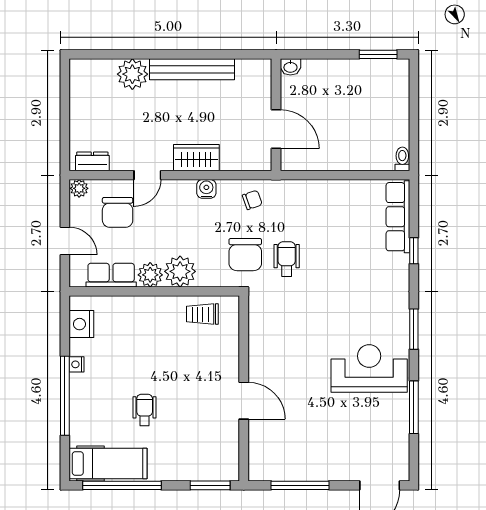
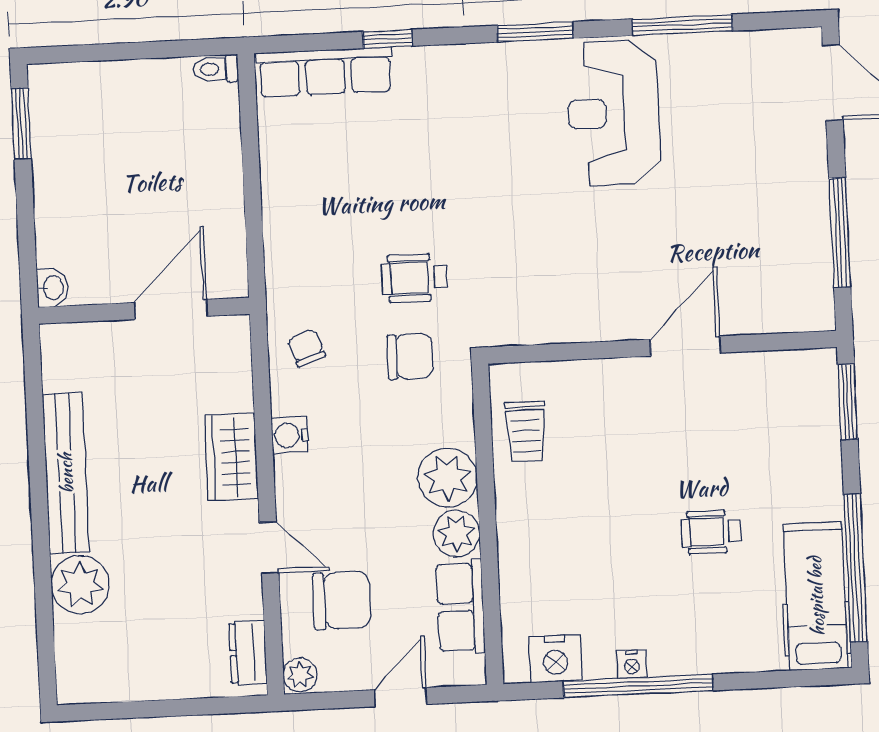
chair: (245, 255) -> (410, 356), width x0.73, depth x0.73
window: (65, 396) -> (638, 686), moved

